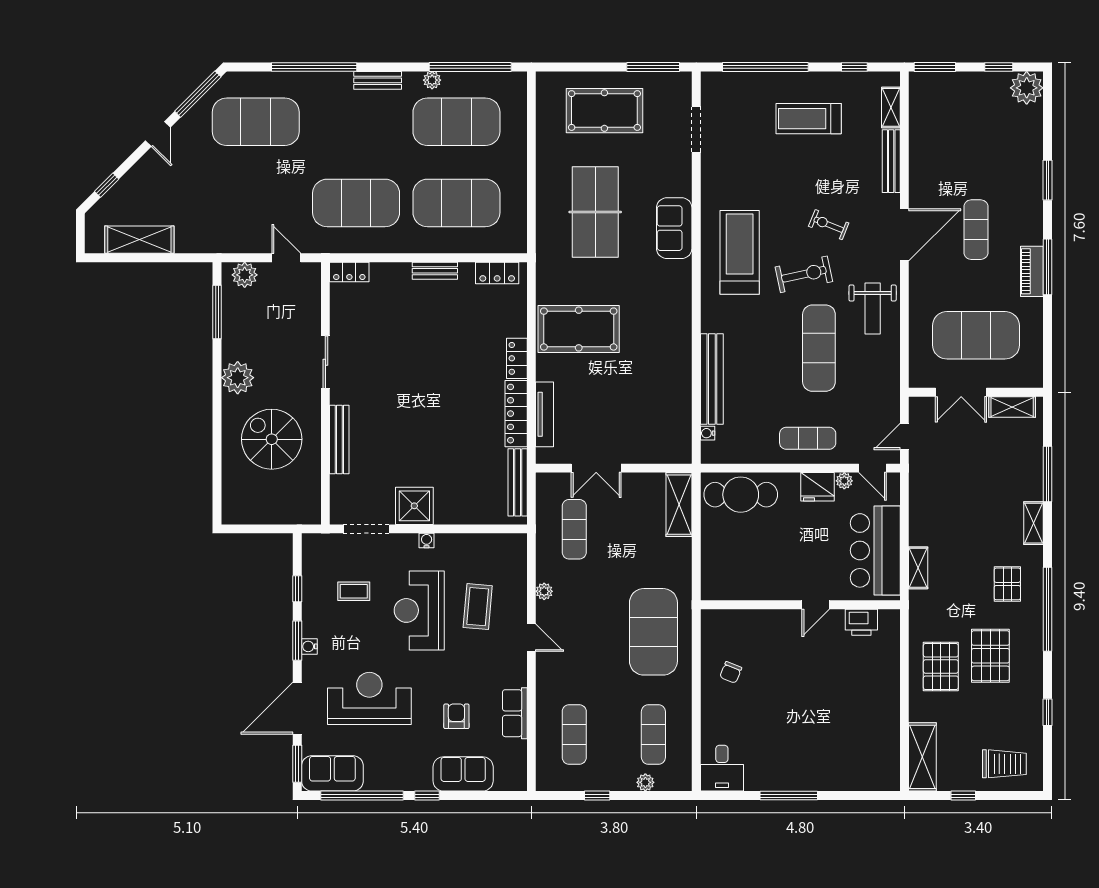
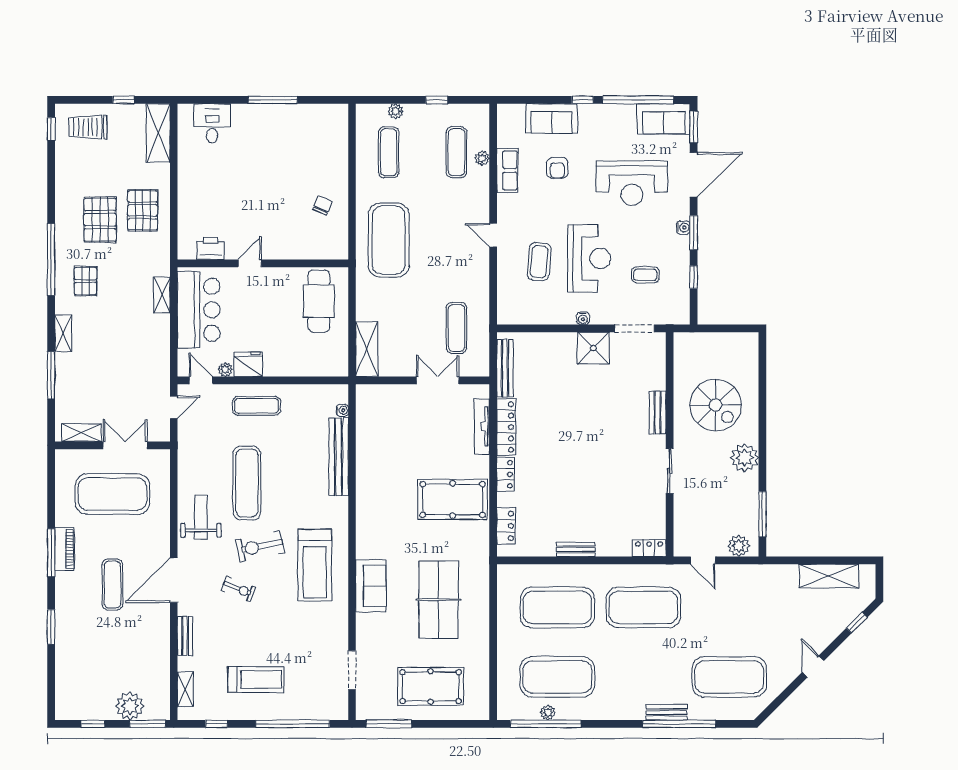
bench: (378, 80) -> (667, 712), moved
plant: (432, 80) -> (548, 713), moved
plant: (1027, 88) -> (130, 706), moved
window: (198, 94) -> (779, 701), removed
bench: (891, 161) -> (185, 636), width x0.73
locker: (497, 273) -> (506, 526), moved, turned 90
bench: (339, 440) -> (658, 413), width x0.73
cafe table: (741, 495) -> (319, 301), moved, turned 90
plant: (544, 591) -> (482, 158), moved
window: (1048, 712) -> (51, 129), moved
desk: (722, 768) -> (212, 123), moved

